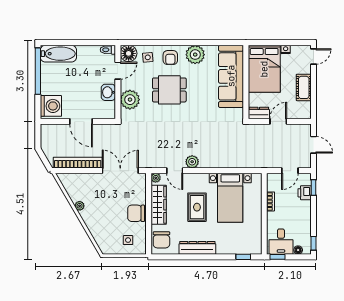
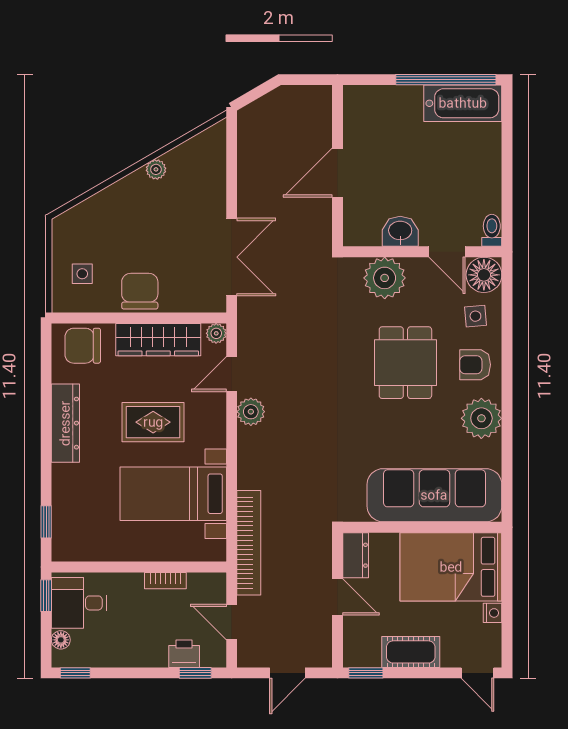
bathtub: (58, 54) -> (463, 103), moved, turned -90
washing machine: (51, 106) -> (371, 108), removed
window: (313, 108) -> (366, 673), added
bookcase: (78, 163) -> (249, 543), moved

